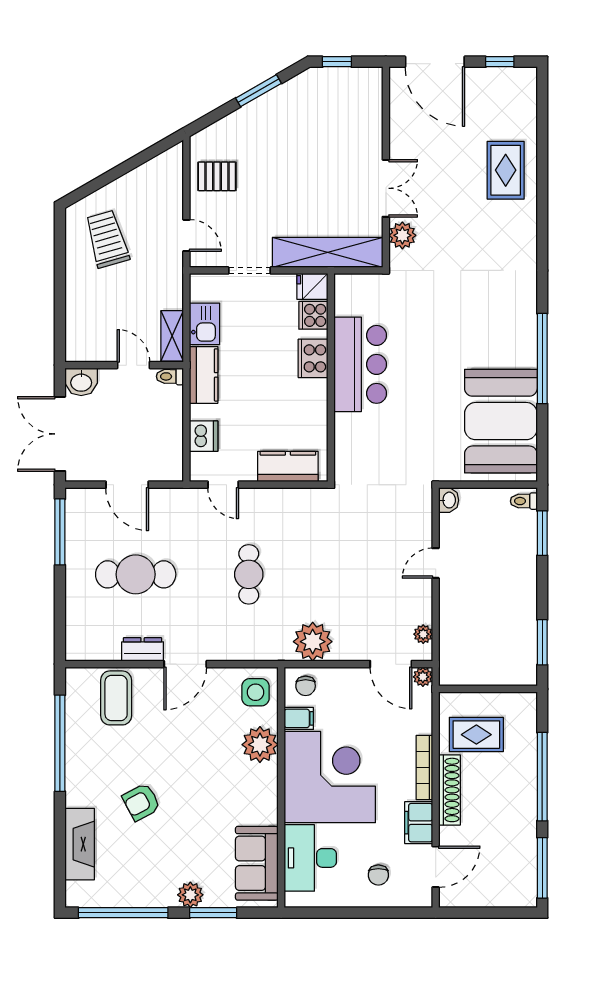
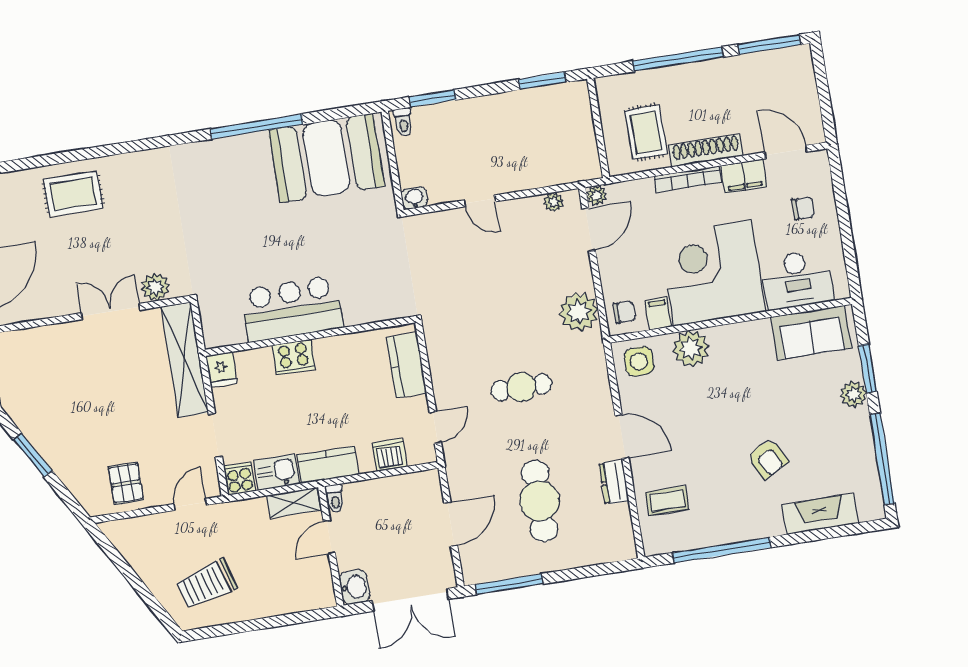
cooker: (313, 315) -> (240, 479), moved, turned 180
coffee table: (116, 698) -> (667, 501), width x0.73, depth x0.77

